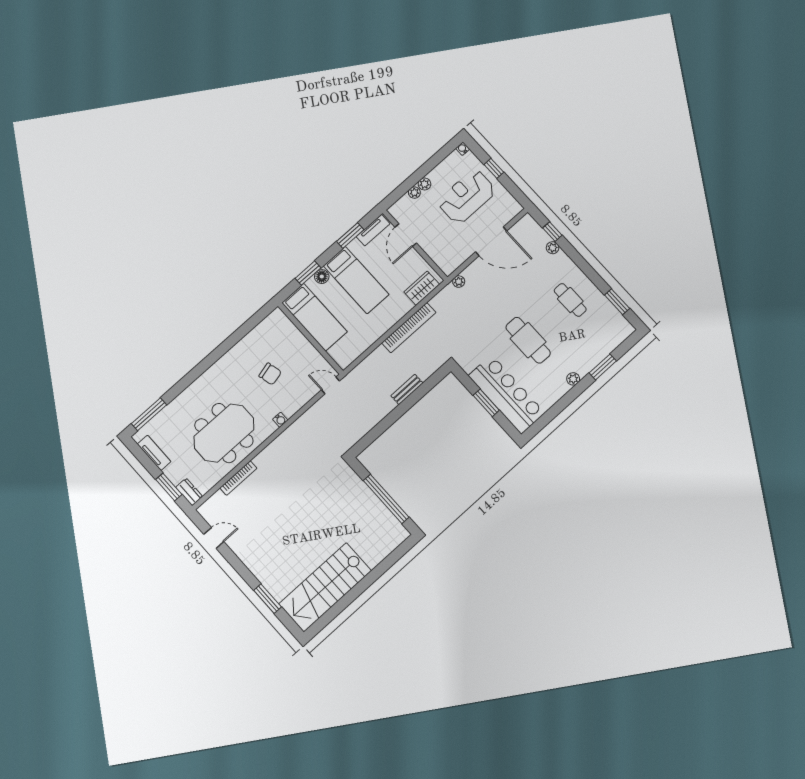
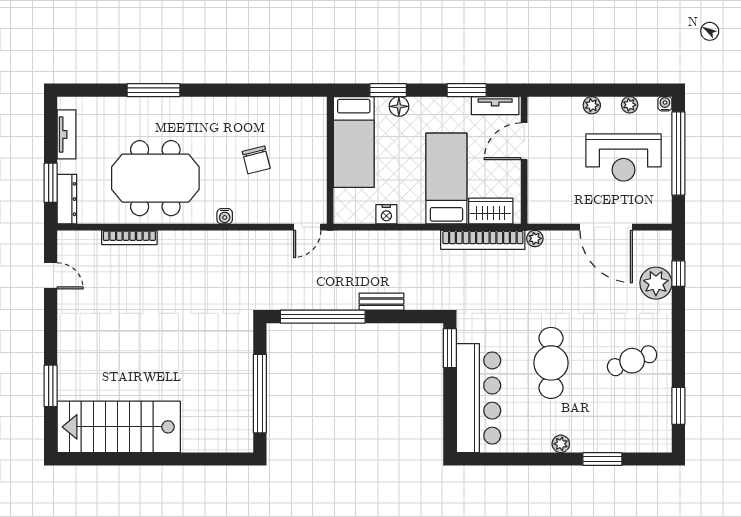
window: (494, 168) -> (678, 153), width x3.17
plant: (414, 193) -> (630, 105), moved
reception desk: (467, 196) -> (624, 158), turned 180
plant: (553, 248) -> (656, 283), width x1.87, depth x1.87
bed: (356, 280) -> (446, 178), moved, turned 180
cafe table: (570, 300) -> (632, 361), turned 69
bookcase: (409, 328) -> (483, 240), moved
nightstand: (367, 340) -> (386, 214), added
door: (331, 385) -> (307, 227), swing flipped
window: (486, 403) -> (450, 348), moved
window: (149, 414) -> (153, 90), moved
window: (383, 426) -> (323, 317), added
dresser: (189, 492) -> (67, 199), width x1.44

